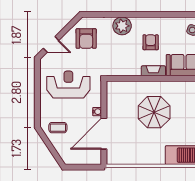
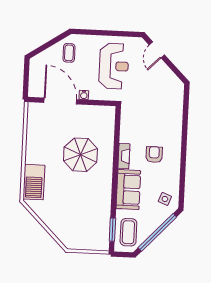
plant: (122, 26) -> (173, 125), removed
armchair: (86, 39) -> (161, 87), removed
armchair: (151, 42) -> (154, 155), turned -90

